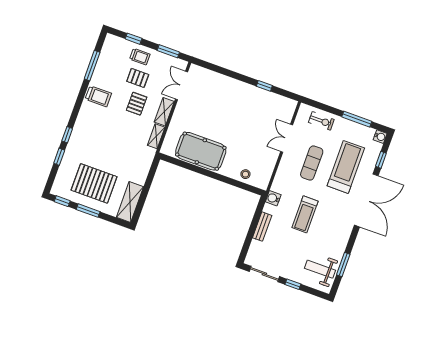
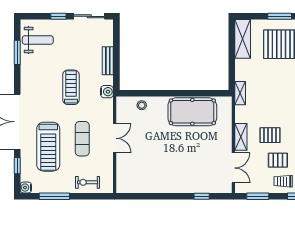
window: (264, 86) -> (202, 196), moved
pallet: (137, 104) -> (270, 135), turned 90
shelving: (156, 136) -> (240, 93), moved
double door: (287, 138) -> (115, 138), moved

